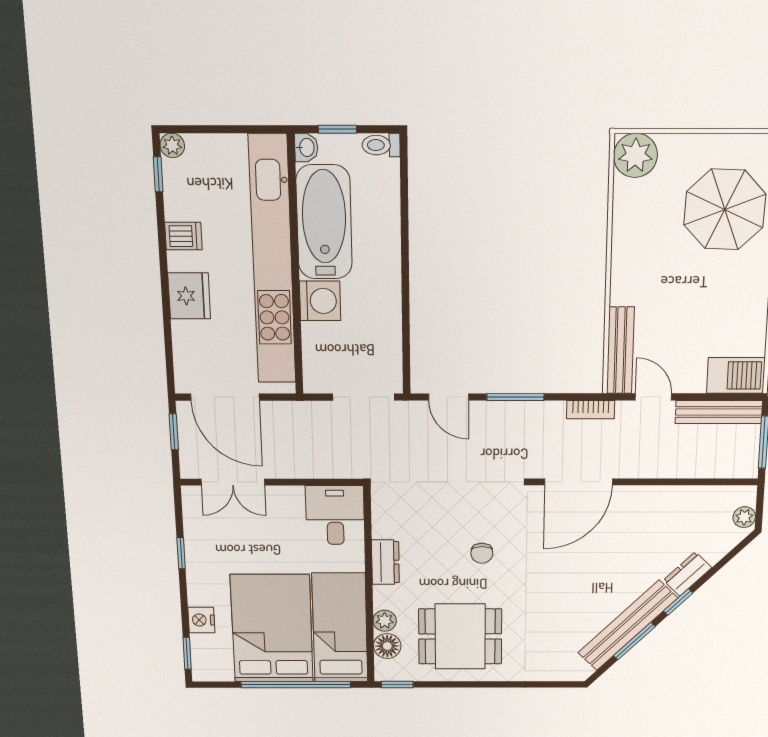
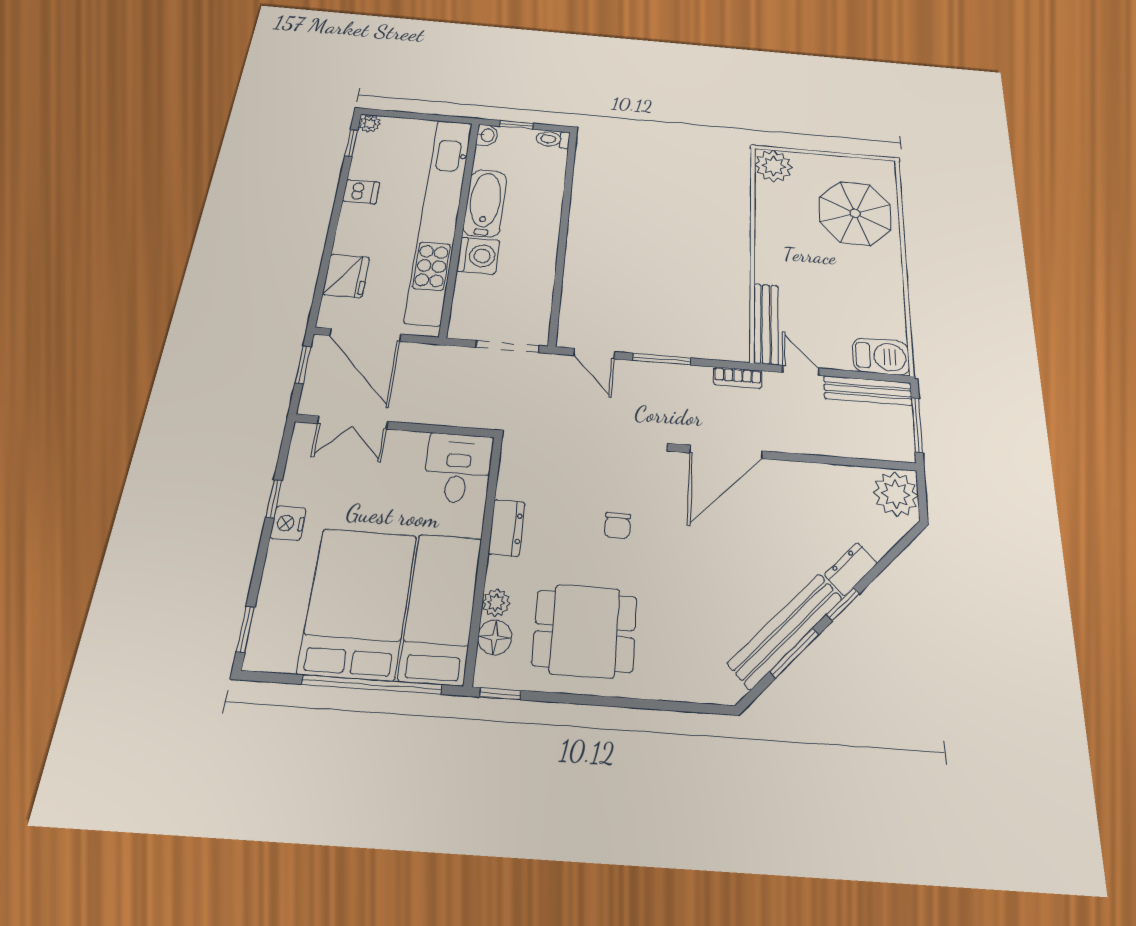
bathtub: (324, 222) -> (485, 203), width x0.73, depth x0.73
fridge: (189, 296) -> (346, 276), moved
plant: (744, 517) -> (896, 494), width x1.87, depth x1.87
nightstand: (201, 620) -> (288, 523), moved

